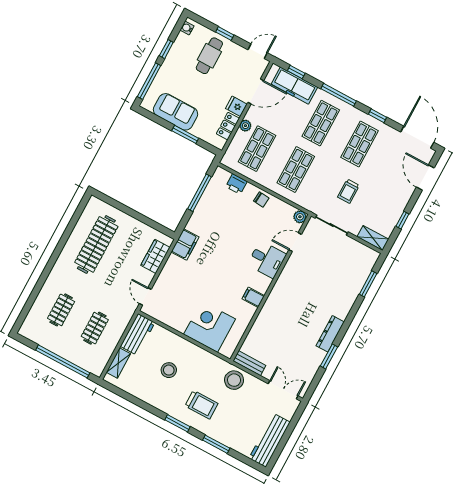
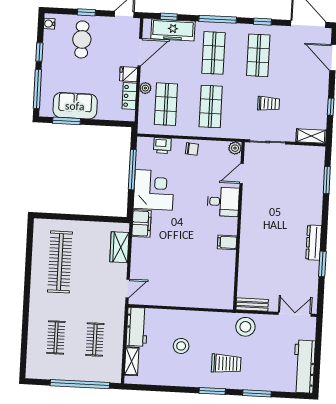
window: (185, 134) -> (67, 121), moved
trolley: (348, 191) -> (268, 104), turned -90
door: (145, 296) -> (128, 288), swing flipped
corner desk: (209, 327) -> (154, 190), moved, turned 90

